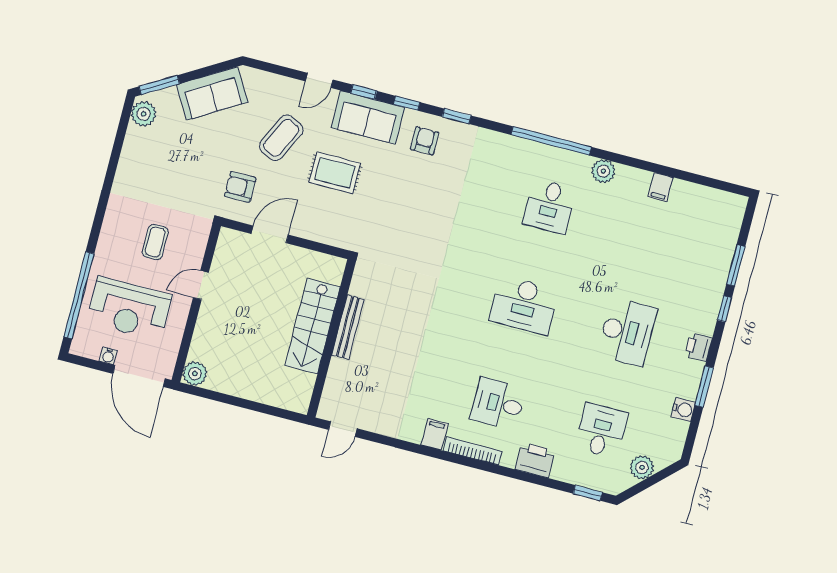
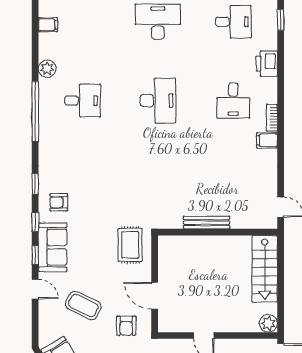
rug: (335, 173) -> (130, 245), moved
stairs: (312, 326) -> (265, 269), moved, turned 90
desk: (601, 431) -> (233, 22), turned 180
bookcase: (472, 451) -> (272, 118), width x0.64

